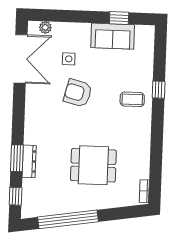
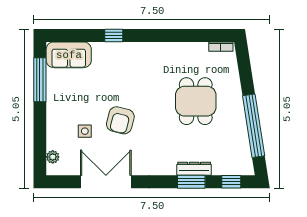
window: (119, 18) -> (40, 80), width x2.17
sofa: (113, 36) -> (69, 55), moved, turned 90
double door: (21, 59) -> (106, 182), moved
coffee table: (132, 99) -> (125, 63), removed

